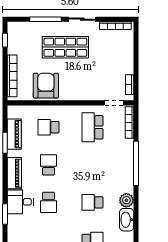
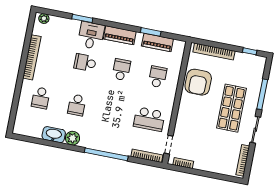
armchair: (46, 86) -> (198, 82), turned 90
school desk: (93, 127) -> (149, 119), turned 180
school desk: (48, 165) -> (121, 70), turned -90
school desk: (93, 202) -> (77, 105), turned 180

